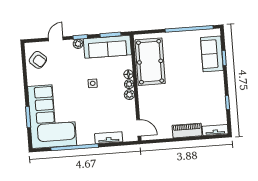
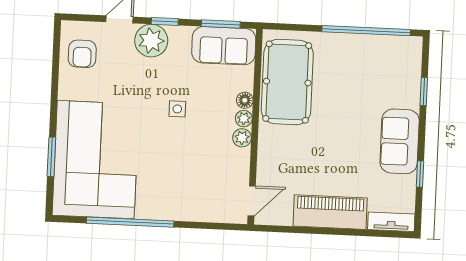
plant: (78, 44) -> (151, 41), width x1.87, depth x1.87
sofa: (107, 47) -> (224, 46), width x0.73
sofa: (212, 54) -> (400, 141), moved
armchair: (38, 60) -> (82, 54), turned 49
door: (139, 128) -> (252, 201), hinge flipped
piano: (187, 131) -> (330, 212), width x1.37, depth x1.33
tv unit: (109, 138) -> (194, 212), removed

